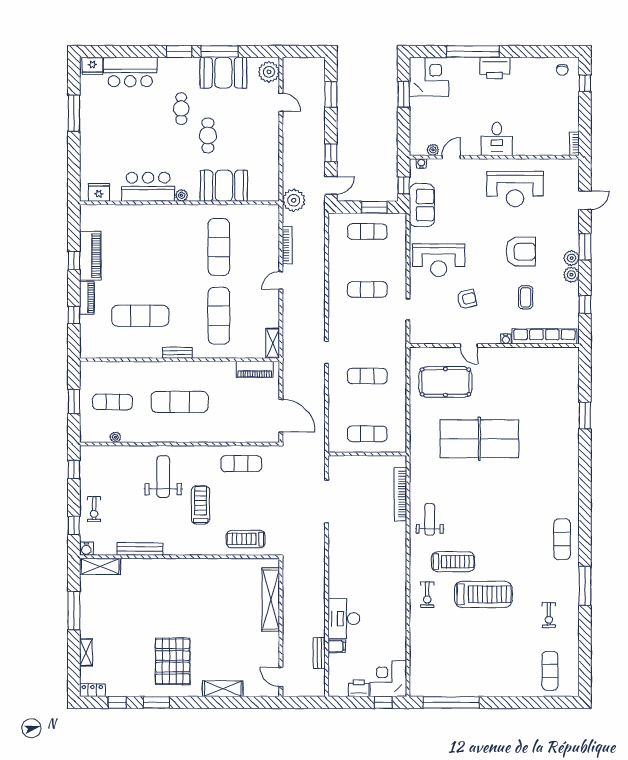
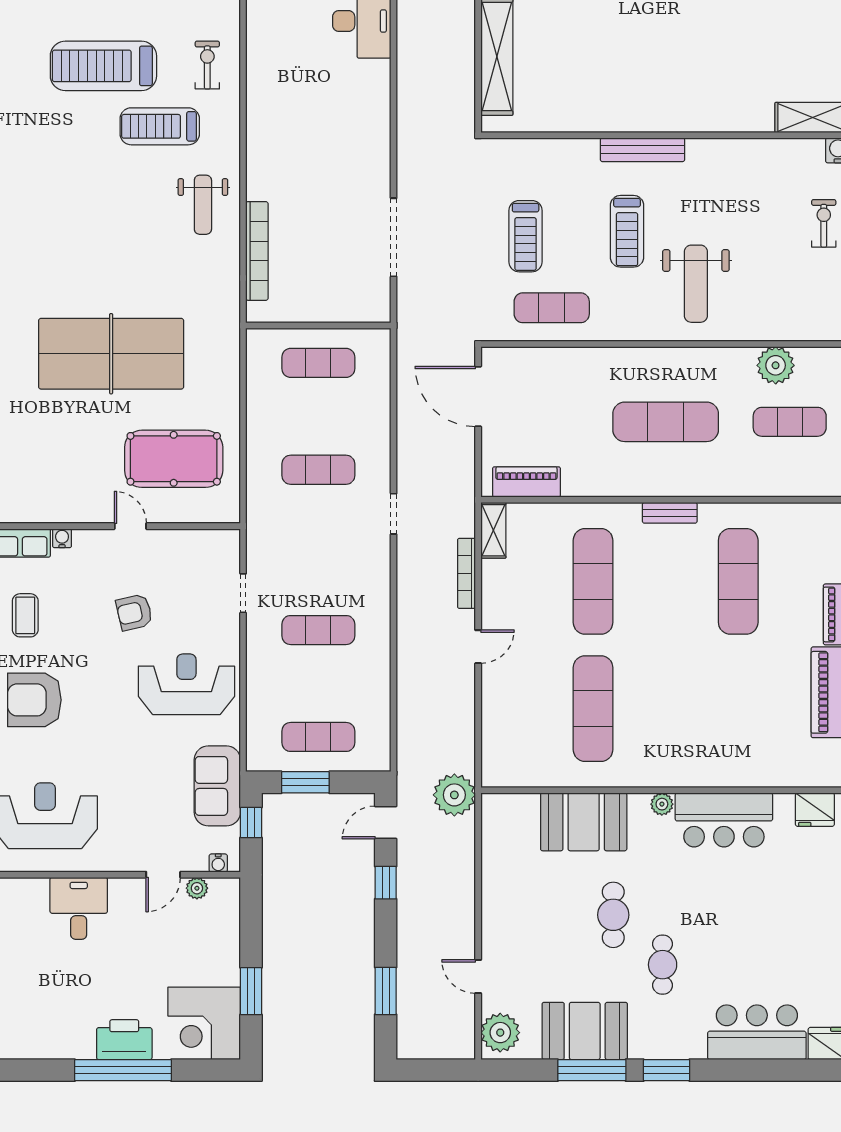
printer: (495, 68) -> (124, 1040), moved
bookcase: (287, 245) -> (466, 573), moved
exercise mat: (140, 316) -> (738, 581), turned 90
plant: (115, 437) -> (776, 365), width x1.88, depth x1.88
treadmill: (246, 539) -> (526, 236), moved, turned 90
bench: (140, 549) -> (642, 150), moved

